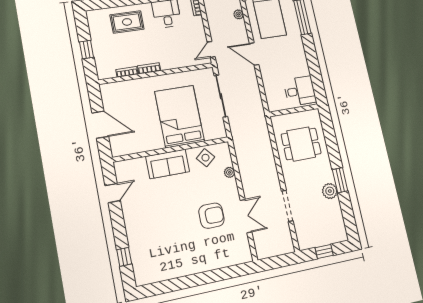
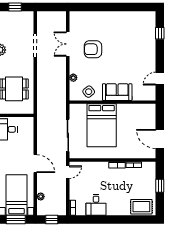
rug: (127, 22) -> (141, 207), moved
door: (100, 125) -> (160, 139), moved

